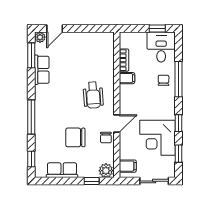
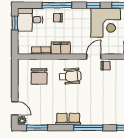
row of seats: (42, 70) -> (68, 119), moved
filing cabinet: (127, 78) -> (61, 48), width x2.00
door: (117, 123) -> (94, 57), hinge flipped
chair: (75, 137) -> (39, 76), moved

